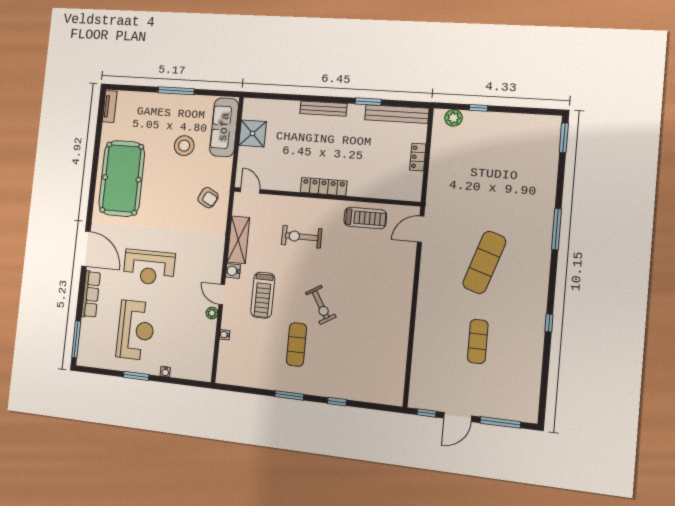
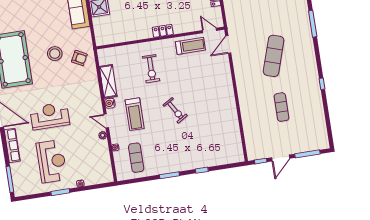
stool: (184, 146) -> (55, 54), moved
locker: (324, 187) -> (163, 31), width x0.66
door: (250, 191) -> (209, 30), moved
exercise bike: (302, 237) -> (151, 69), turned -90
reception desk: (149, 267) -> (50, 116), turned 180
exercise mat: (297, 345) -> (136, 158), moved

